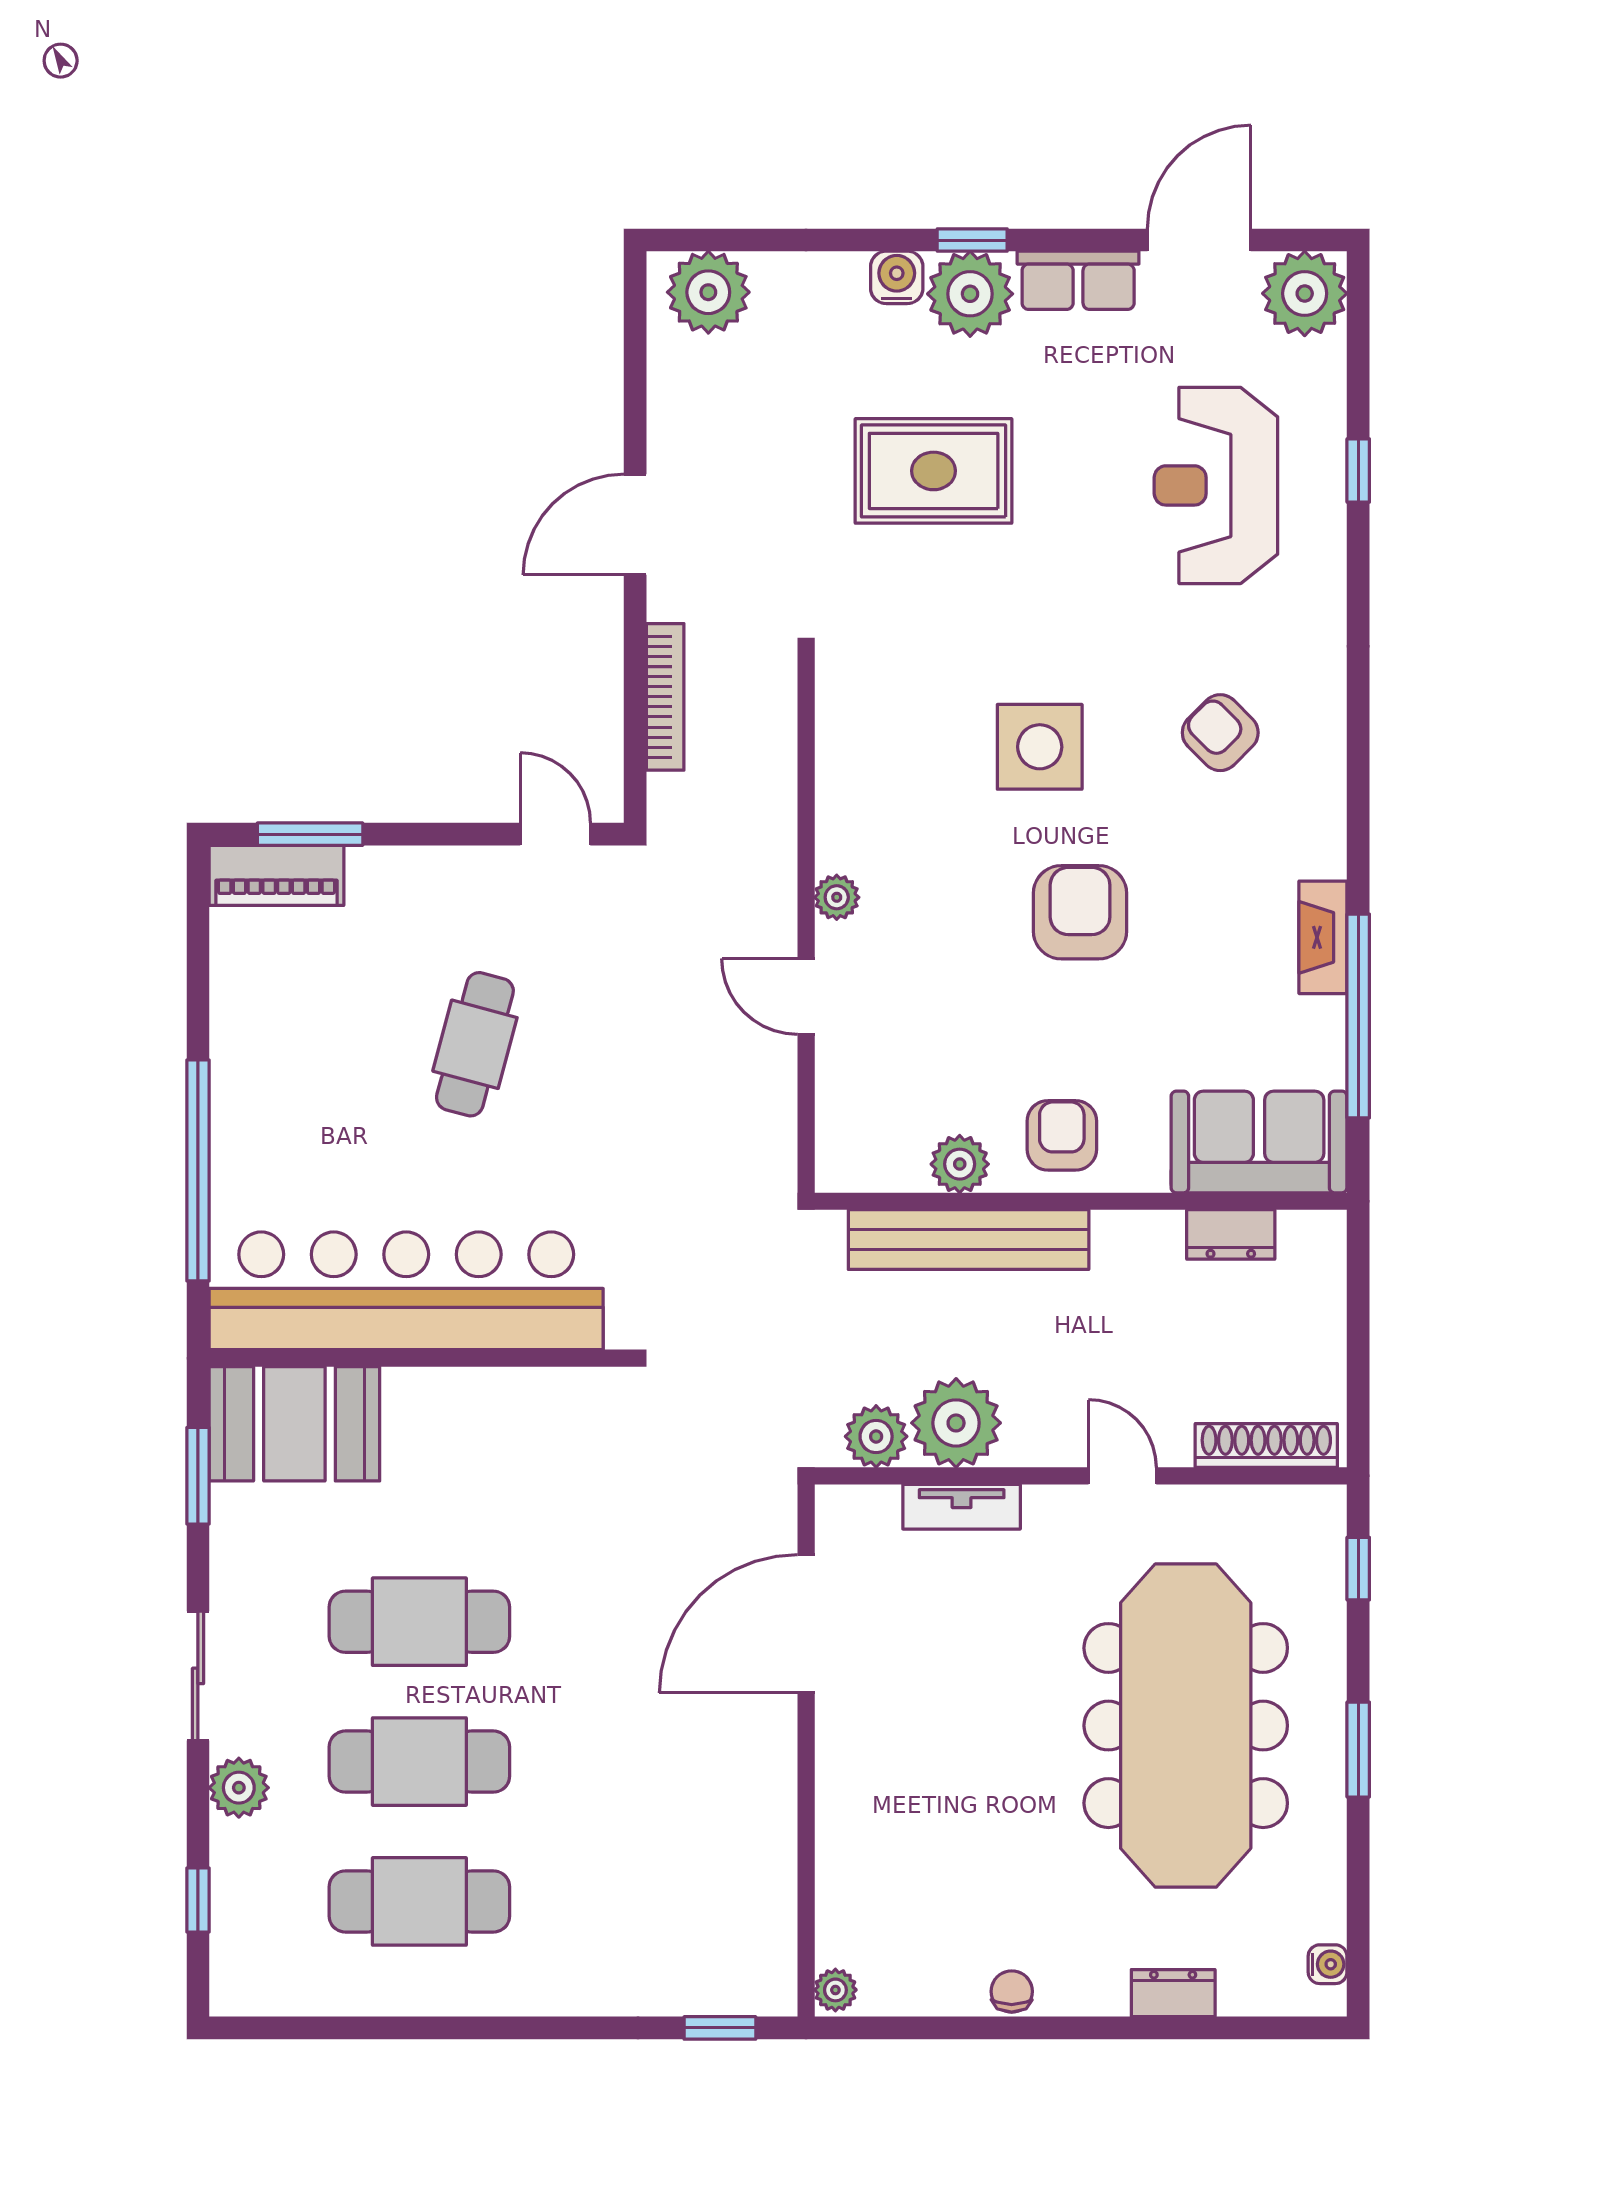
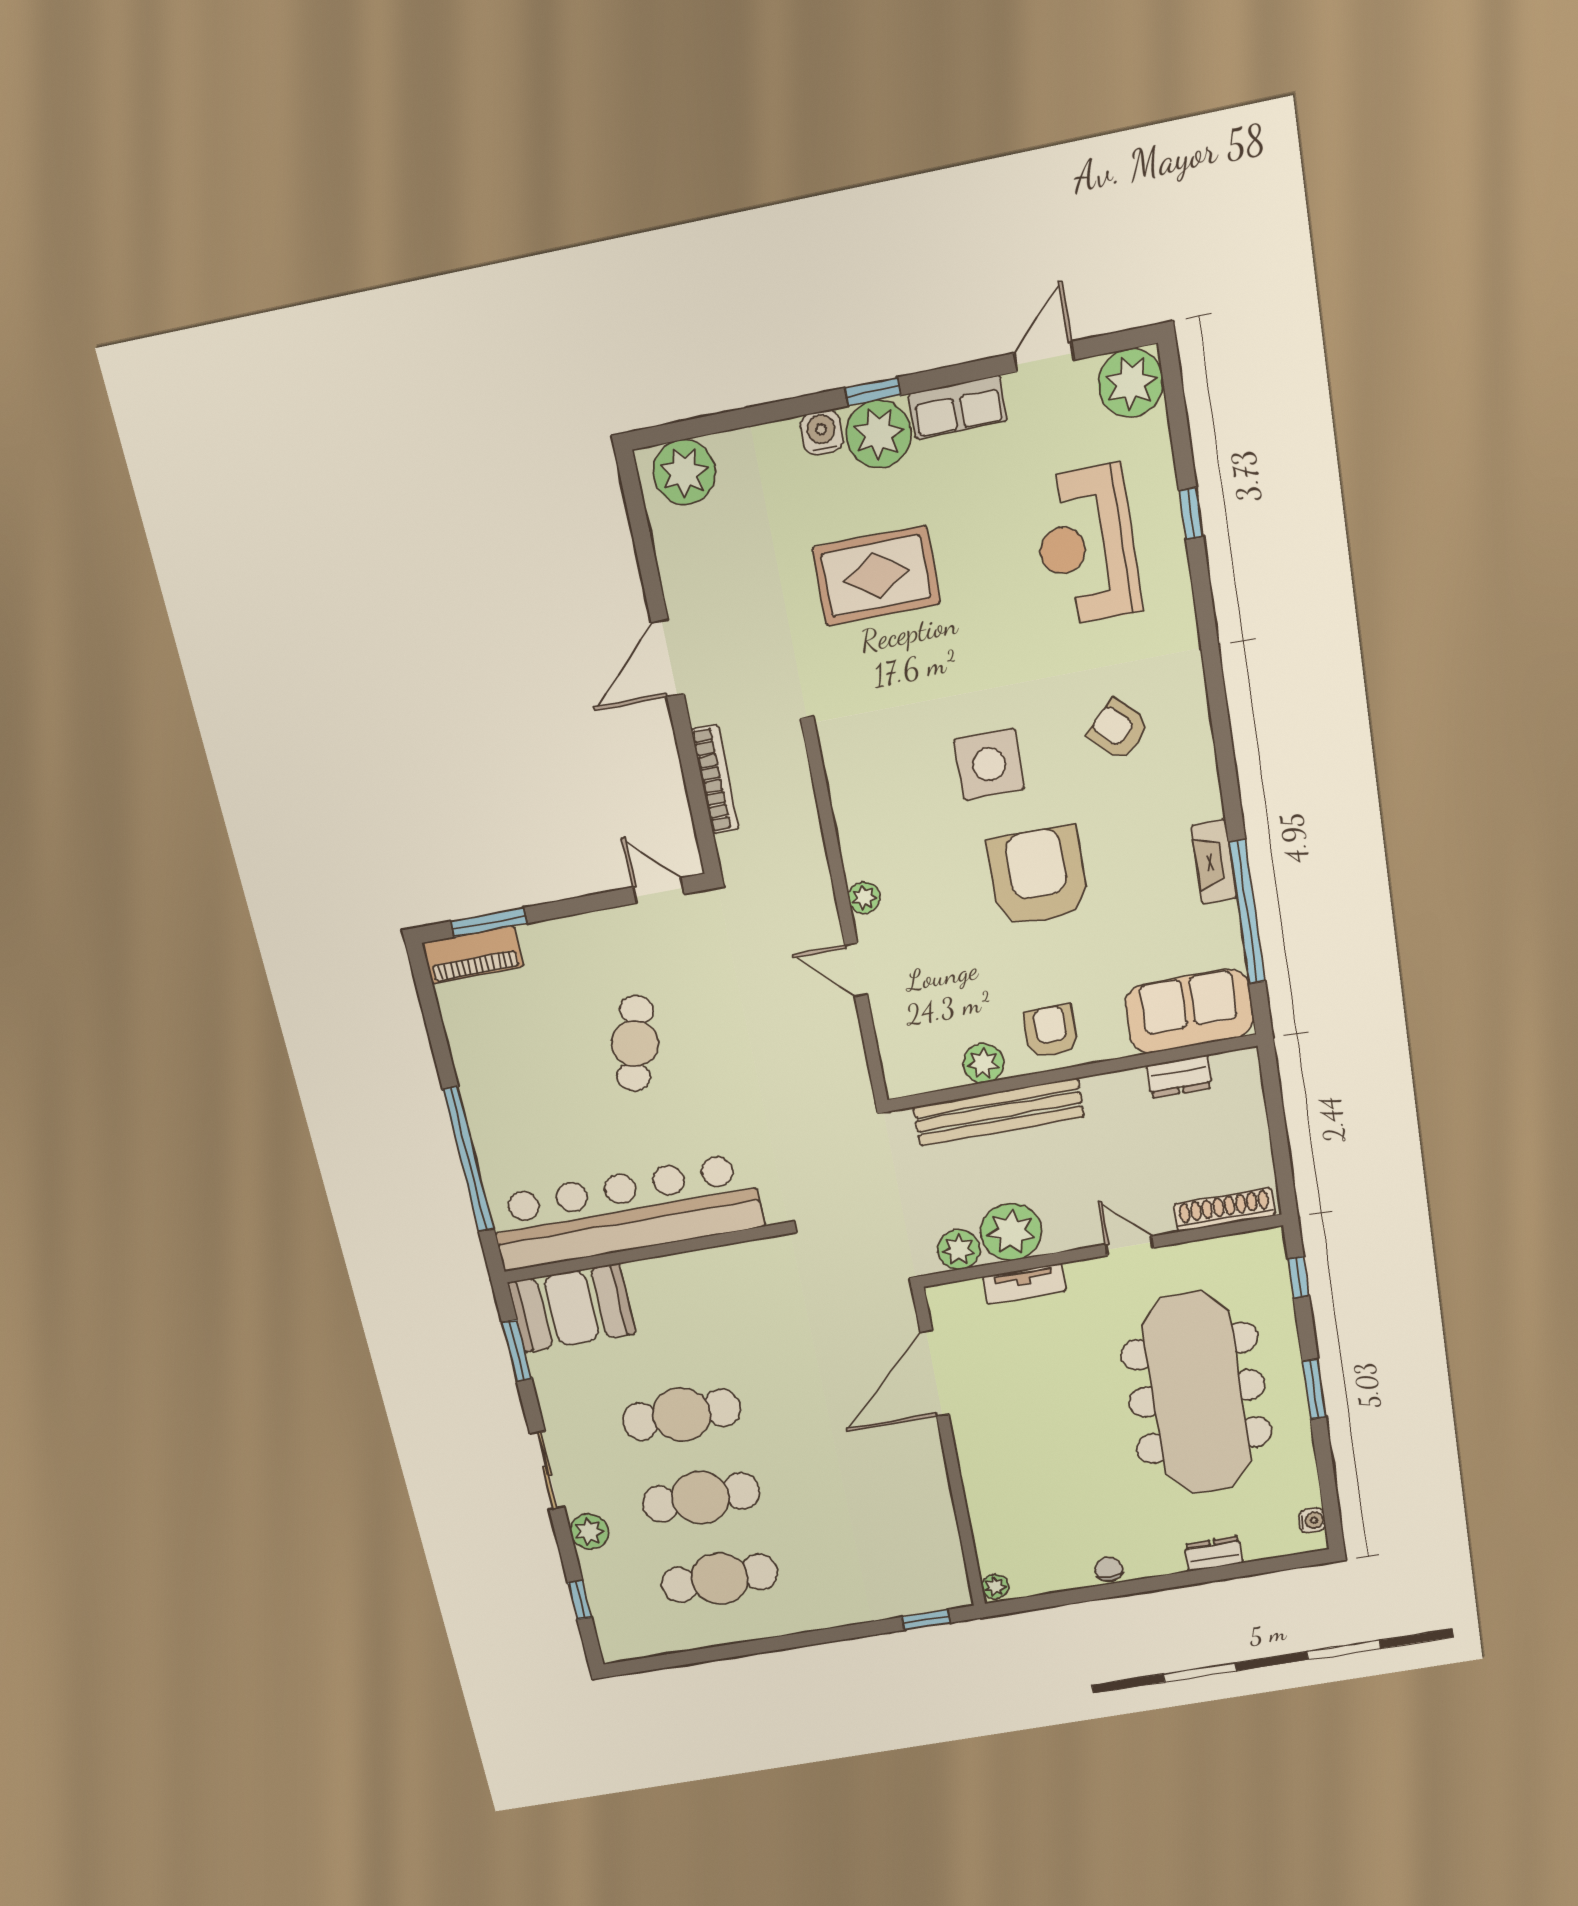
door: (1199, 240) -> (1044, 357), width x0.73
armchair: (1080, 912) -> (1038, 876), width x1.36, depth x1.36

